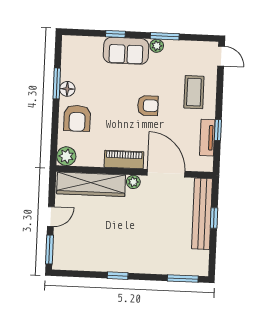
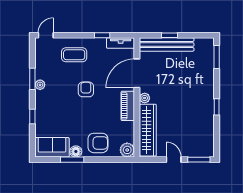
sofa: (126, 51) -> (52, 147), moved, turned -90
tv unit: (207, 138) -> (121, 43), moved

